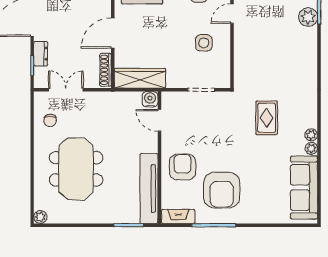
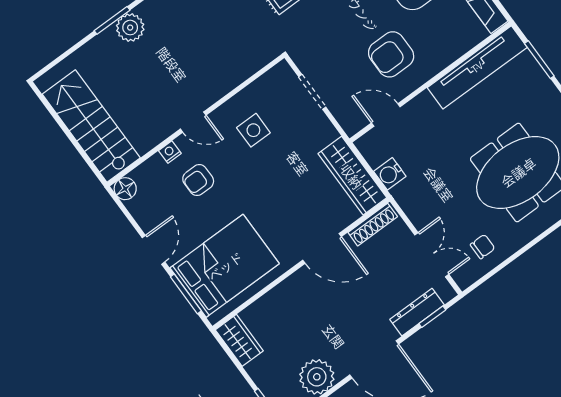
dresser: (41, 54) -> (417, 312), width x1.44
double door: (66, 90) -> (432, 255), swing flipped
water cooler: (150, 99) -> (390, 174), moved
door: (159, 120) -> (386, 115), swing flipped
armchair: (182, 167) -> (391, 54), moved

